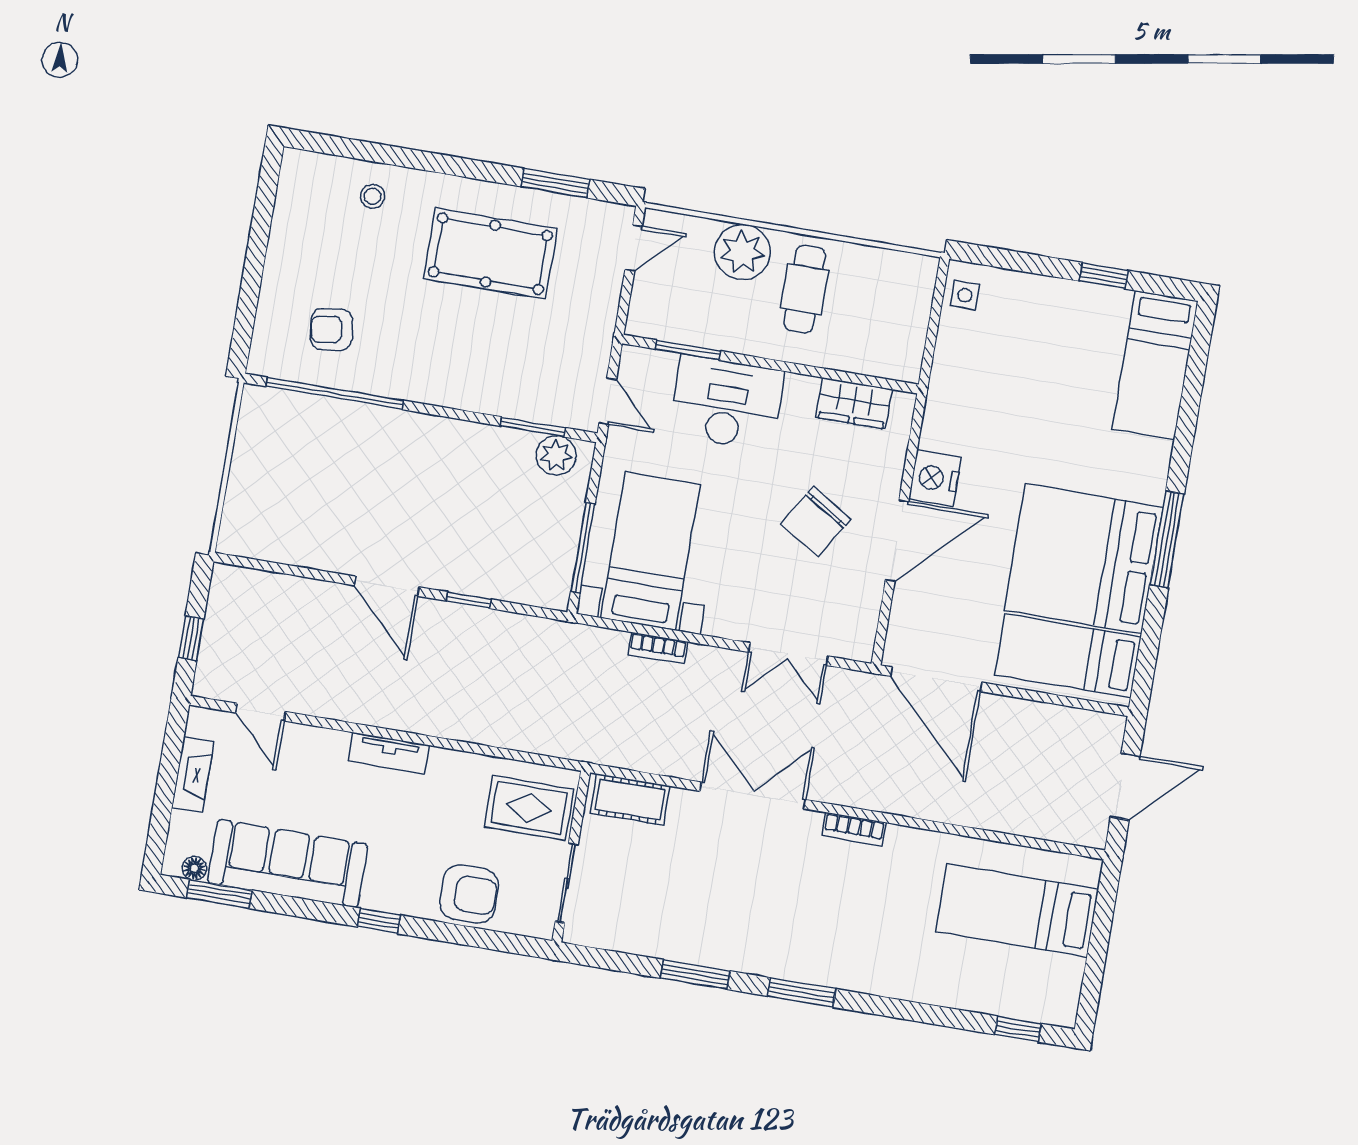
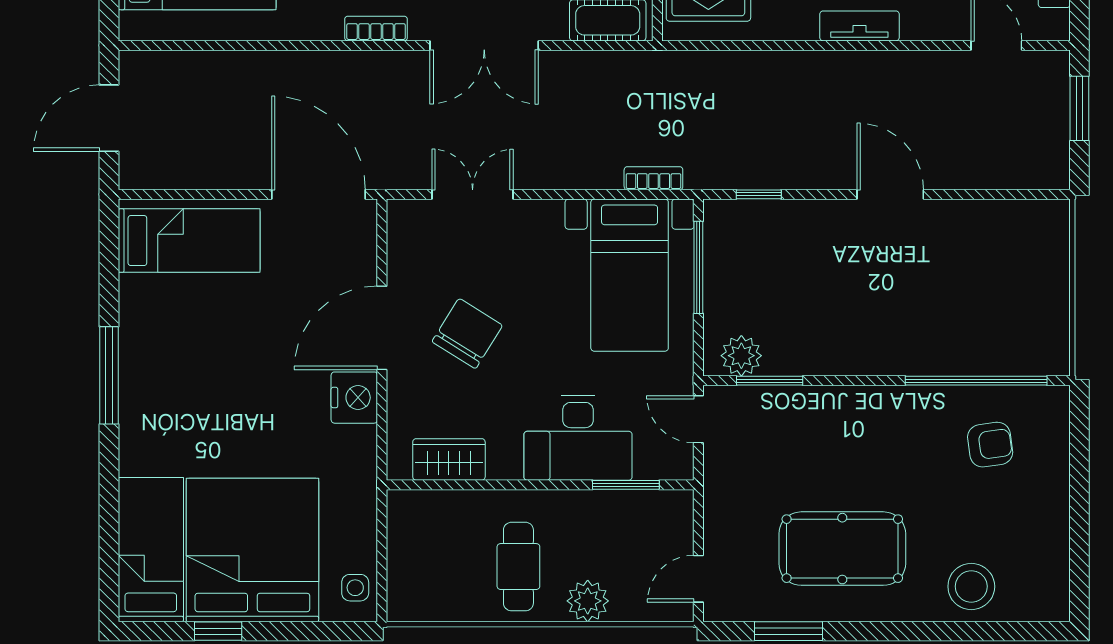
stool: (373, 196) -> (971, 586), width x1.89, depth x1.89
plant: (742, 252) -> (588, 601), width x0.73, depth x0.73
bed: (1083, 559) -> (252, 550), moved, turned -90
window: (469, 600) -> (759, 194), moved
window: (191, 638) -> (1079, 108), width x1.50
bookcase: (658, 648) -> (653, 178), moved

